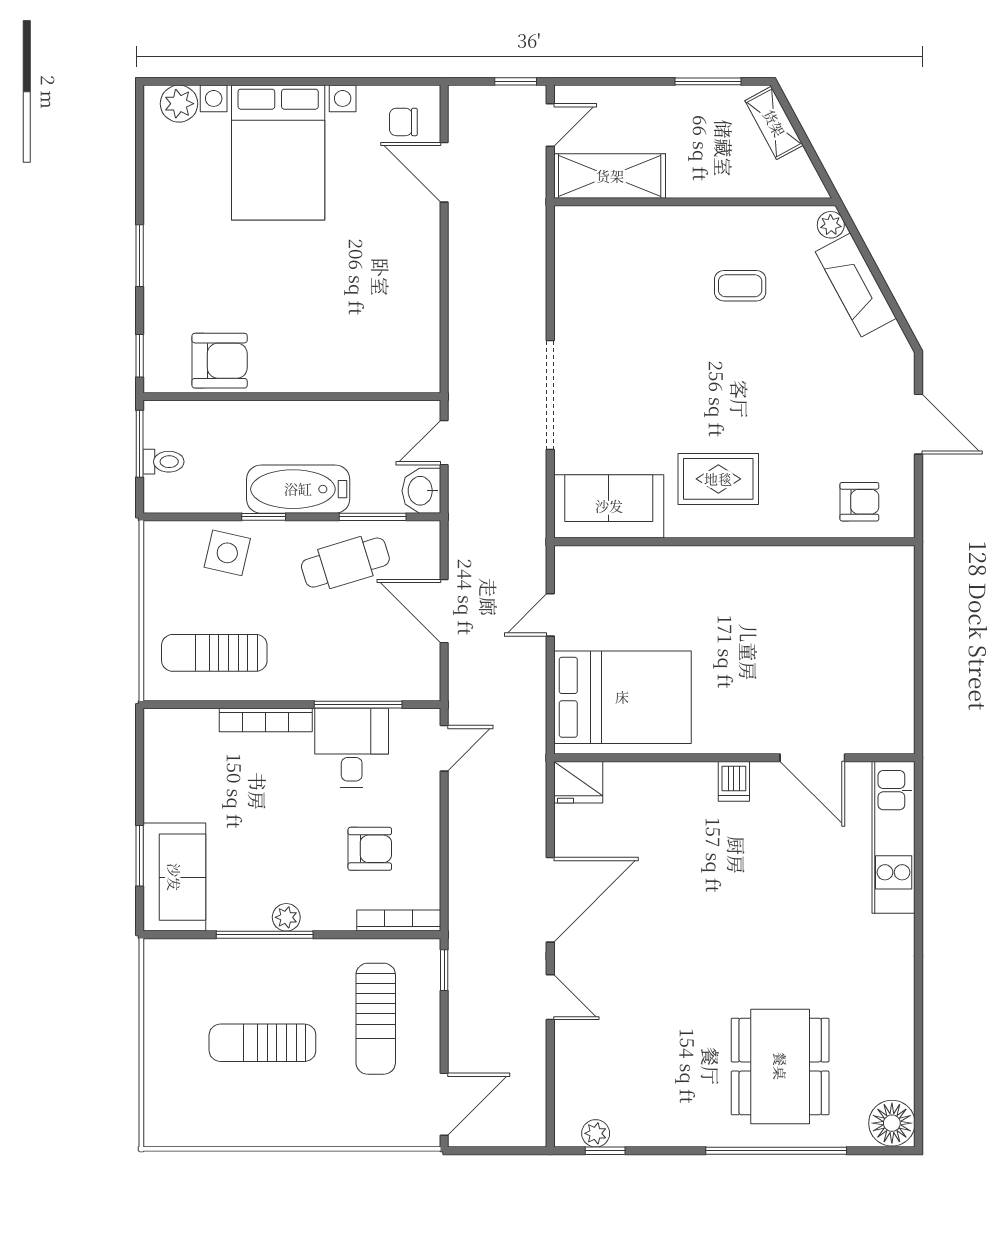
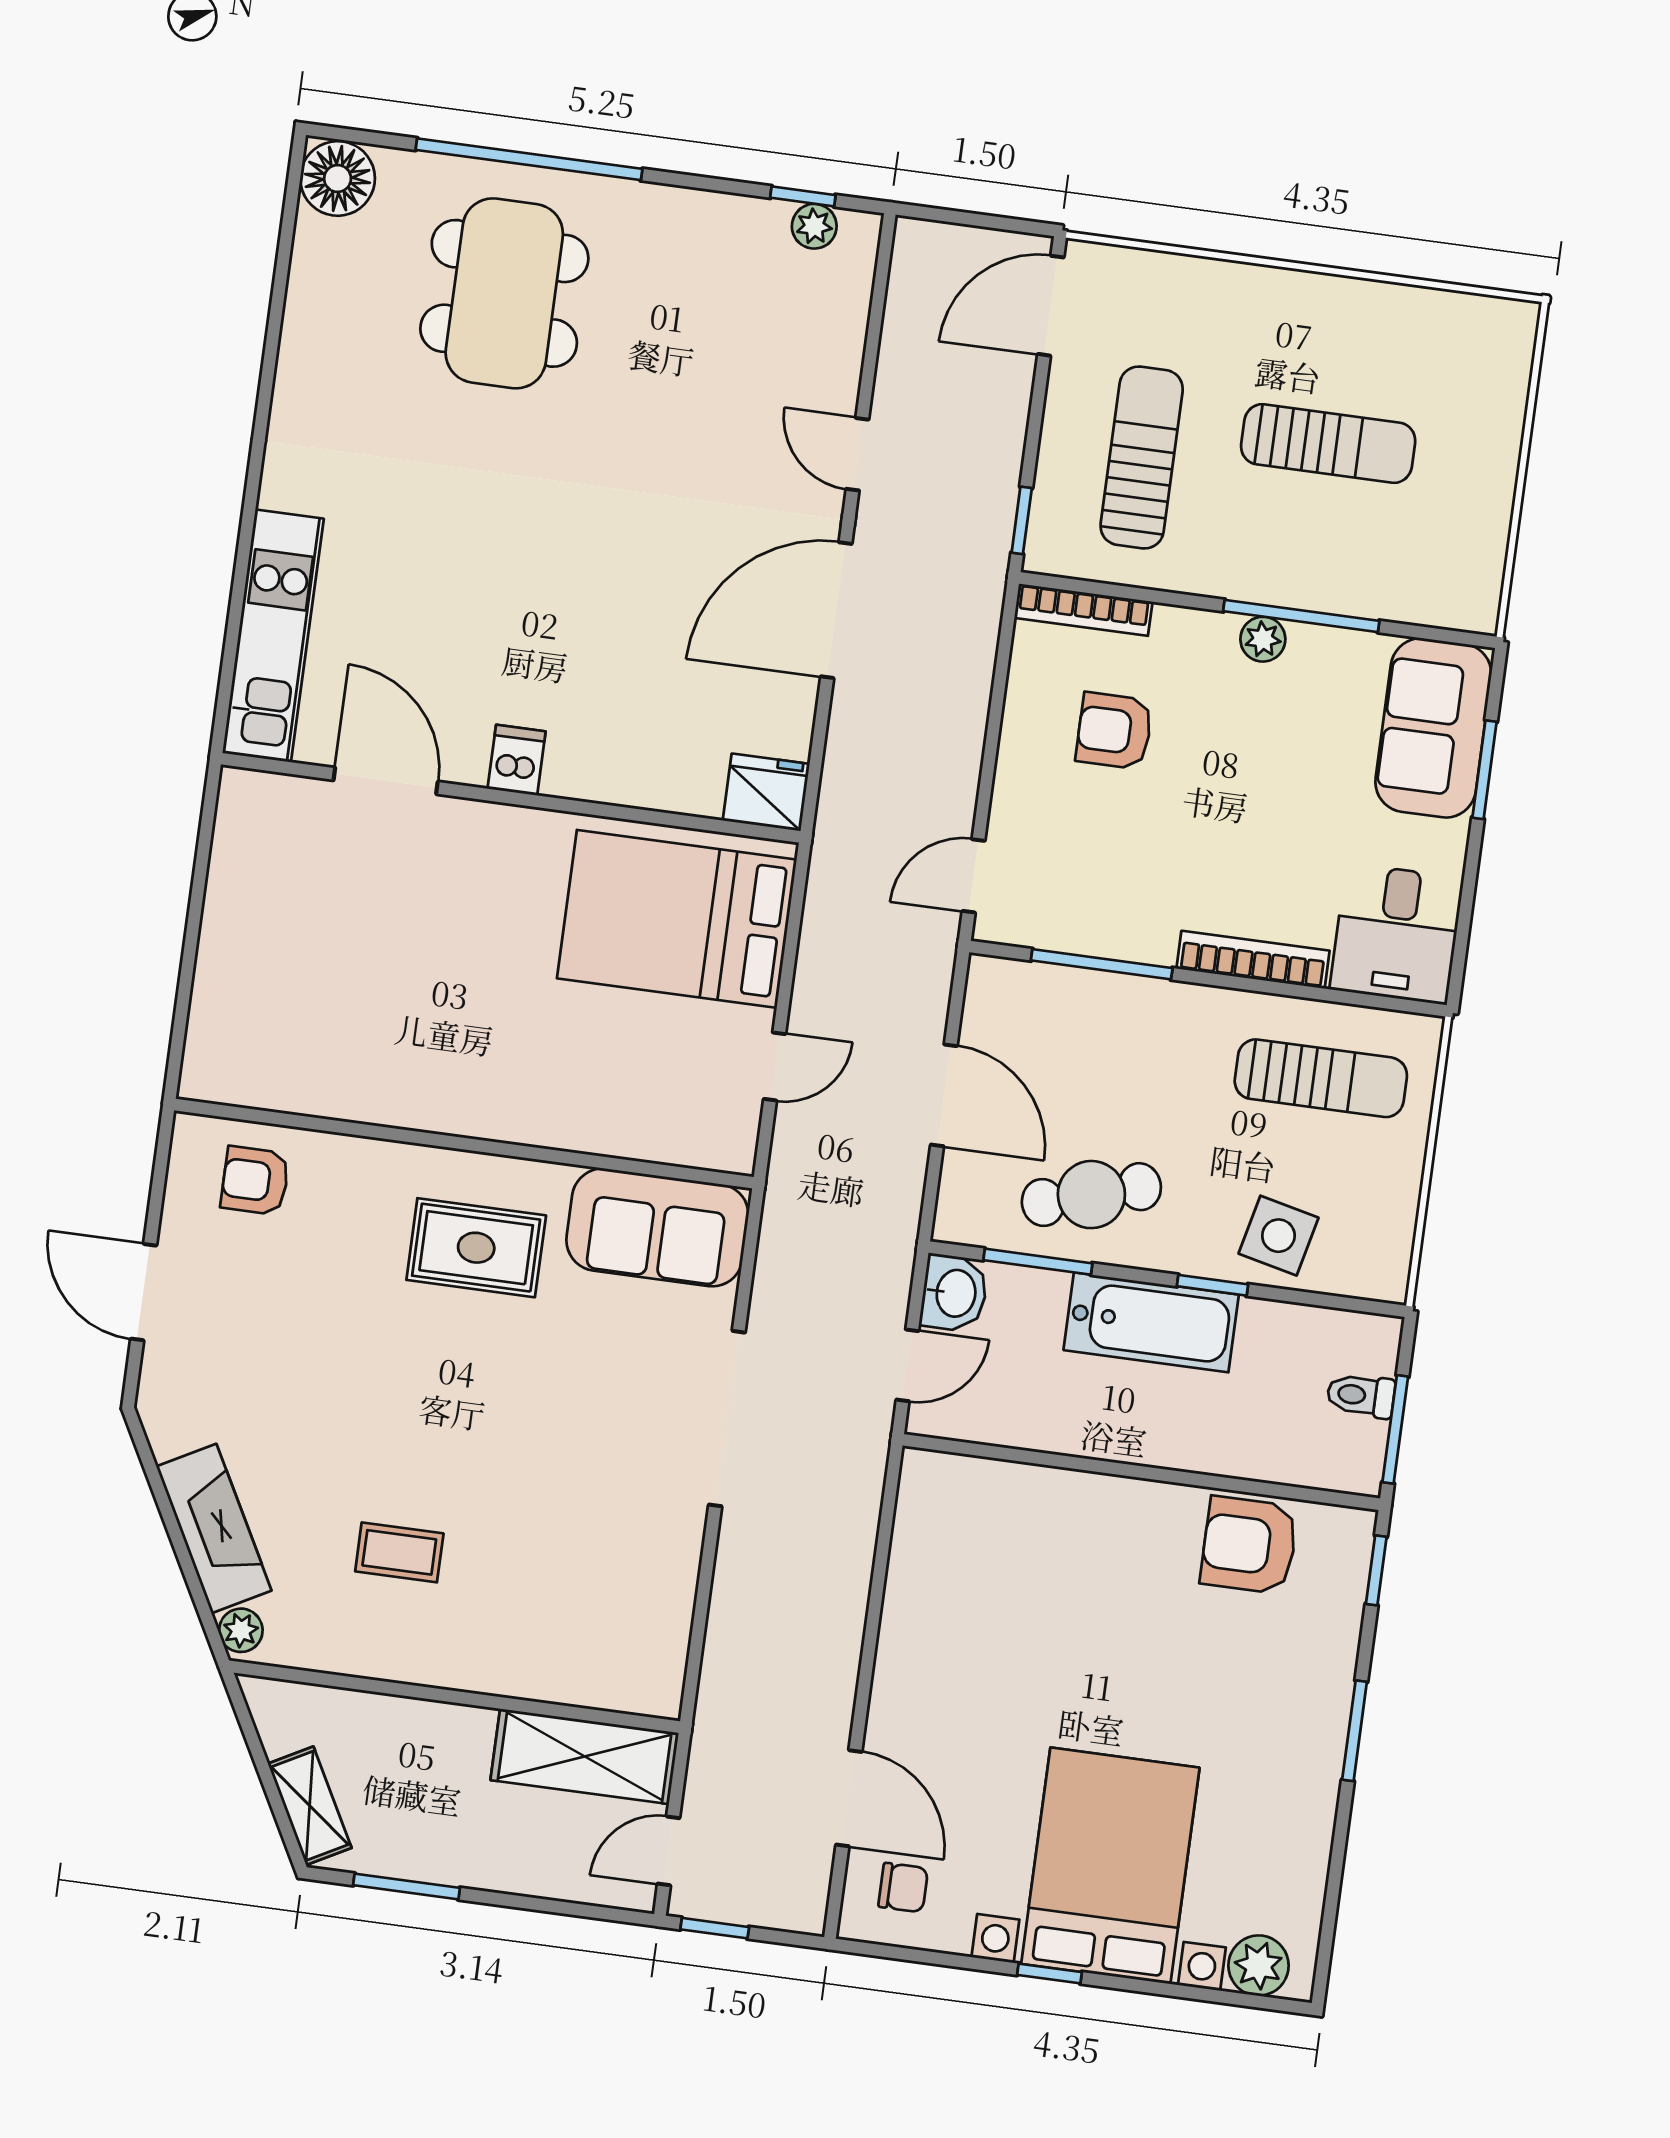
window: (306, 81) -> (1050, 1973), added
desk: (352, 748) -> (1397, 934), moved

